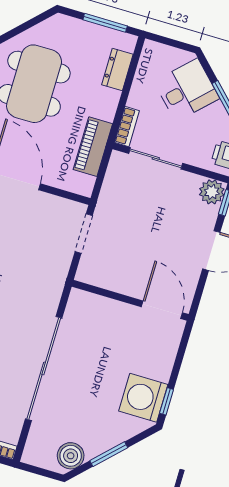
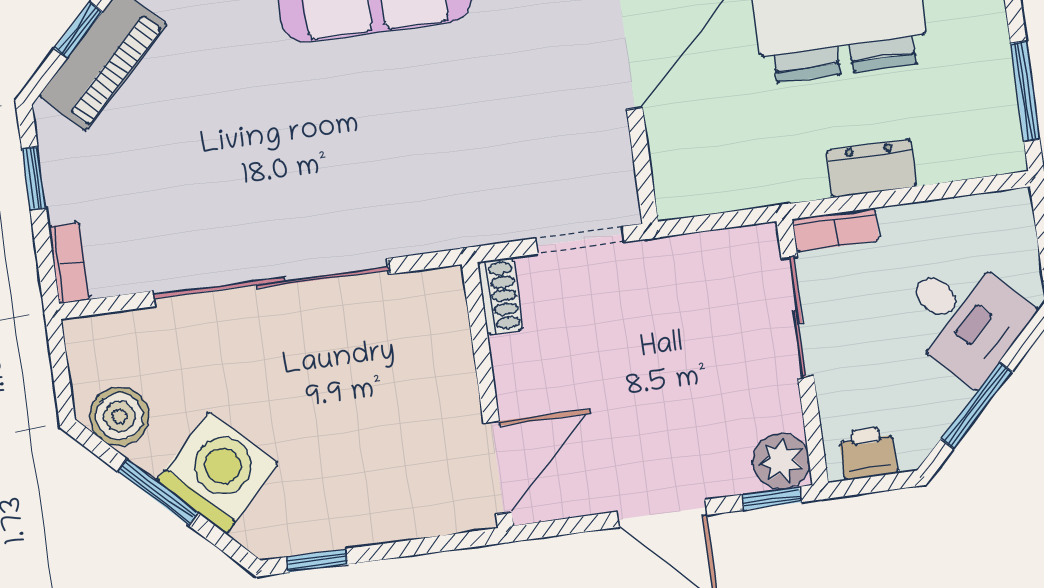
dresser: (117, 70) -> (871, 168), moved
piano: (93, 147) -> (764, 180), removed
shoe rack: (92, 277) -> (500, 296), added
washing machine: (143, 398) -> (218, 473), moved, turned 45

